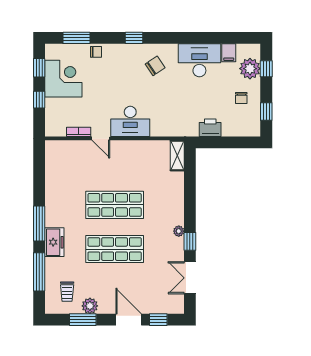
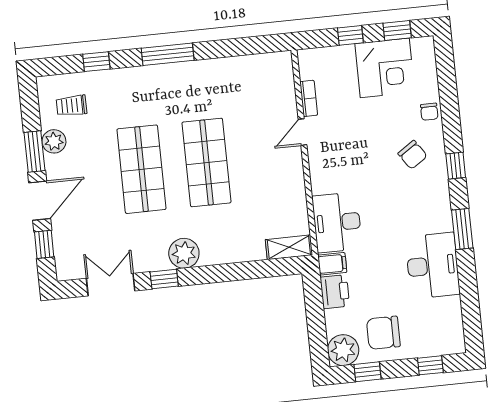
window: (77, 38) -> (462, 229), moved
filing cabinet: (229, 53) -> (332, 264), moved, turned 180
chair: (155, 66) -> (413, 155), moved
plant: (250, 69) -> (343, 350), moved
chair: (241, 98) -> (383, 333), width x1.87, depth x1.87
desk: (130, 121) -> (337, 222), moved
plant: (179, 231) -> (184, 253), width x1.87, depth x1.87
freezer: (54, 242) -> (142, 80), removed
window: (39, 272) -> (96, 62), width x0.46
window: (83, 320) -> (35, 151), moved

